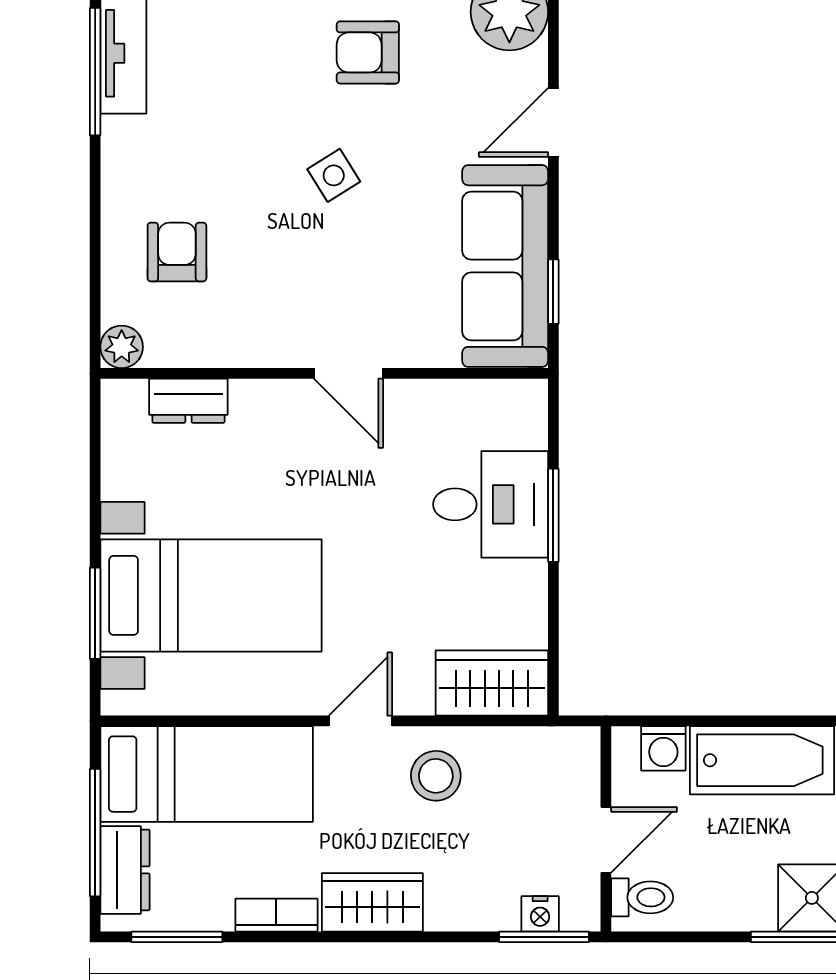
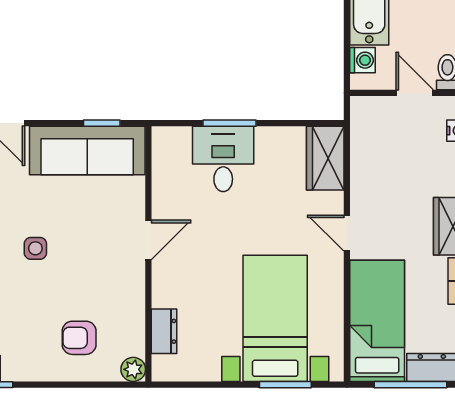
side table: (334, 175) -> (35, 248), turned 32
stool: (436, 776) -> (378, 190), removed

